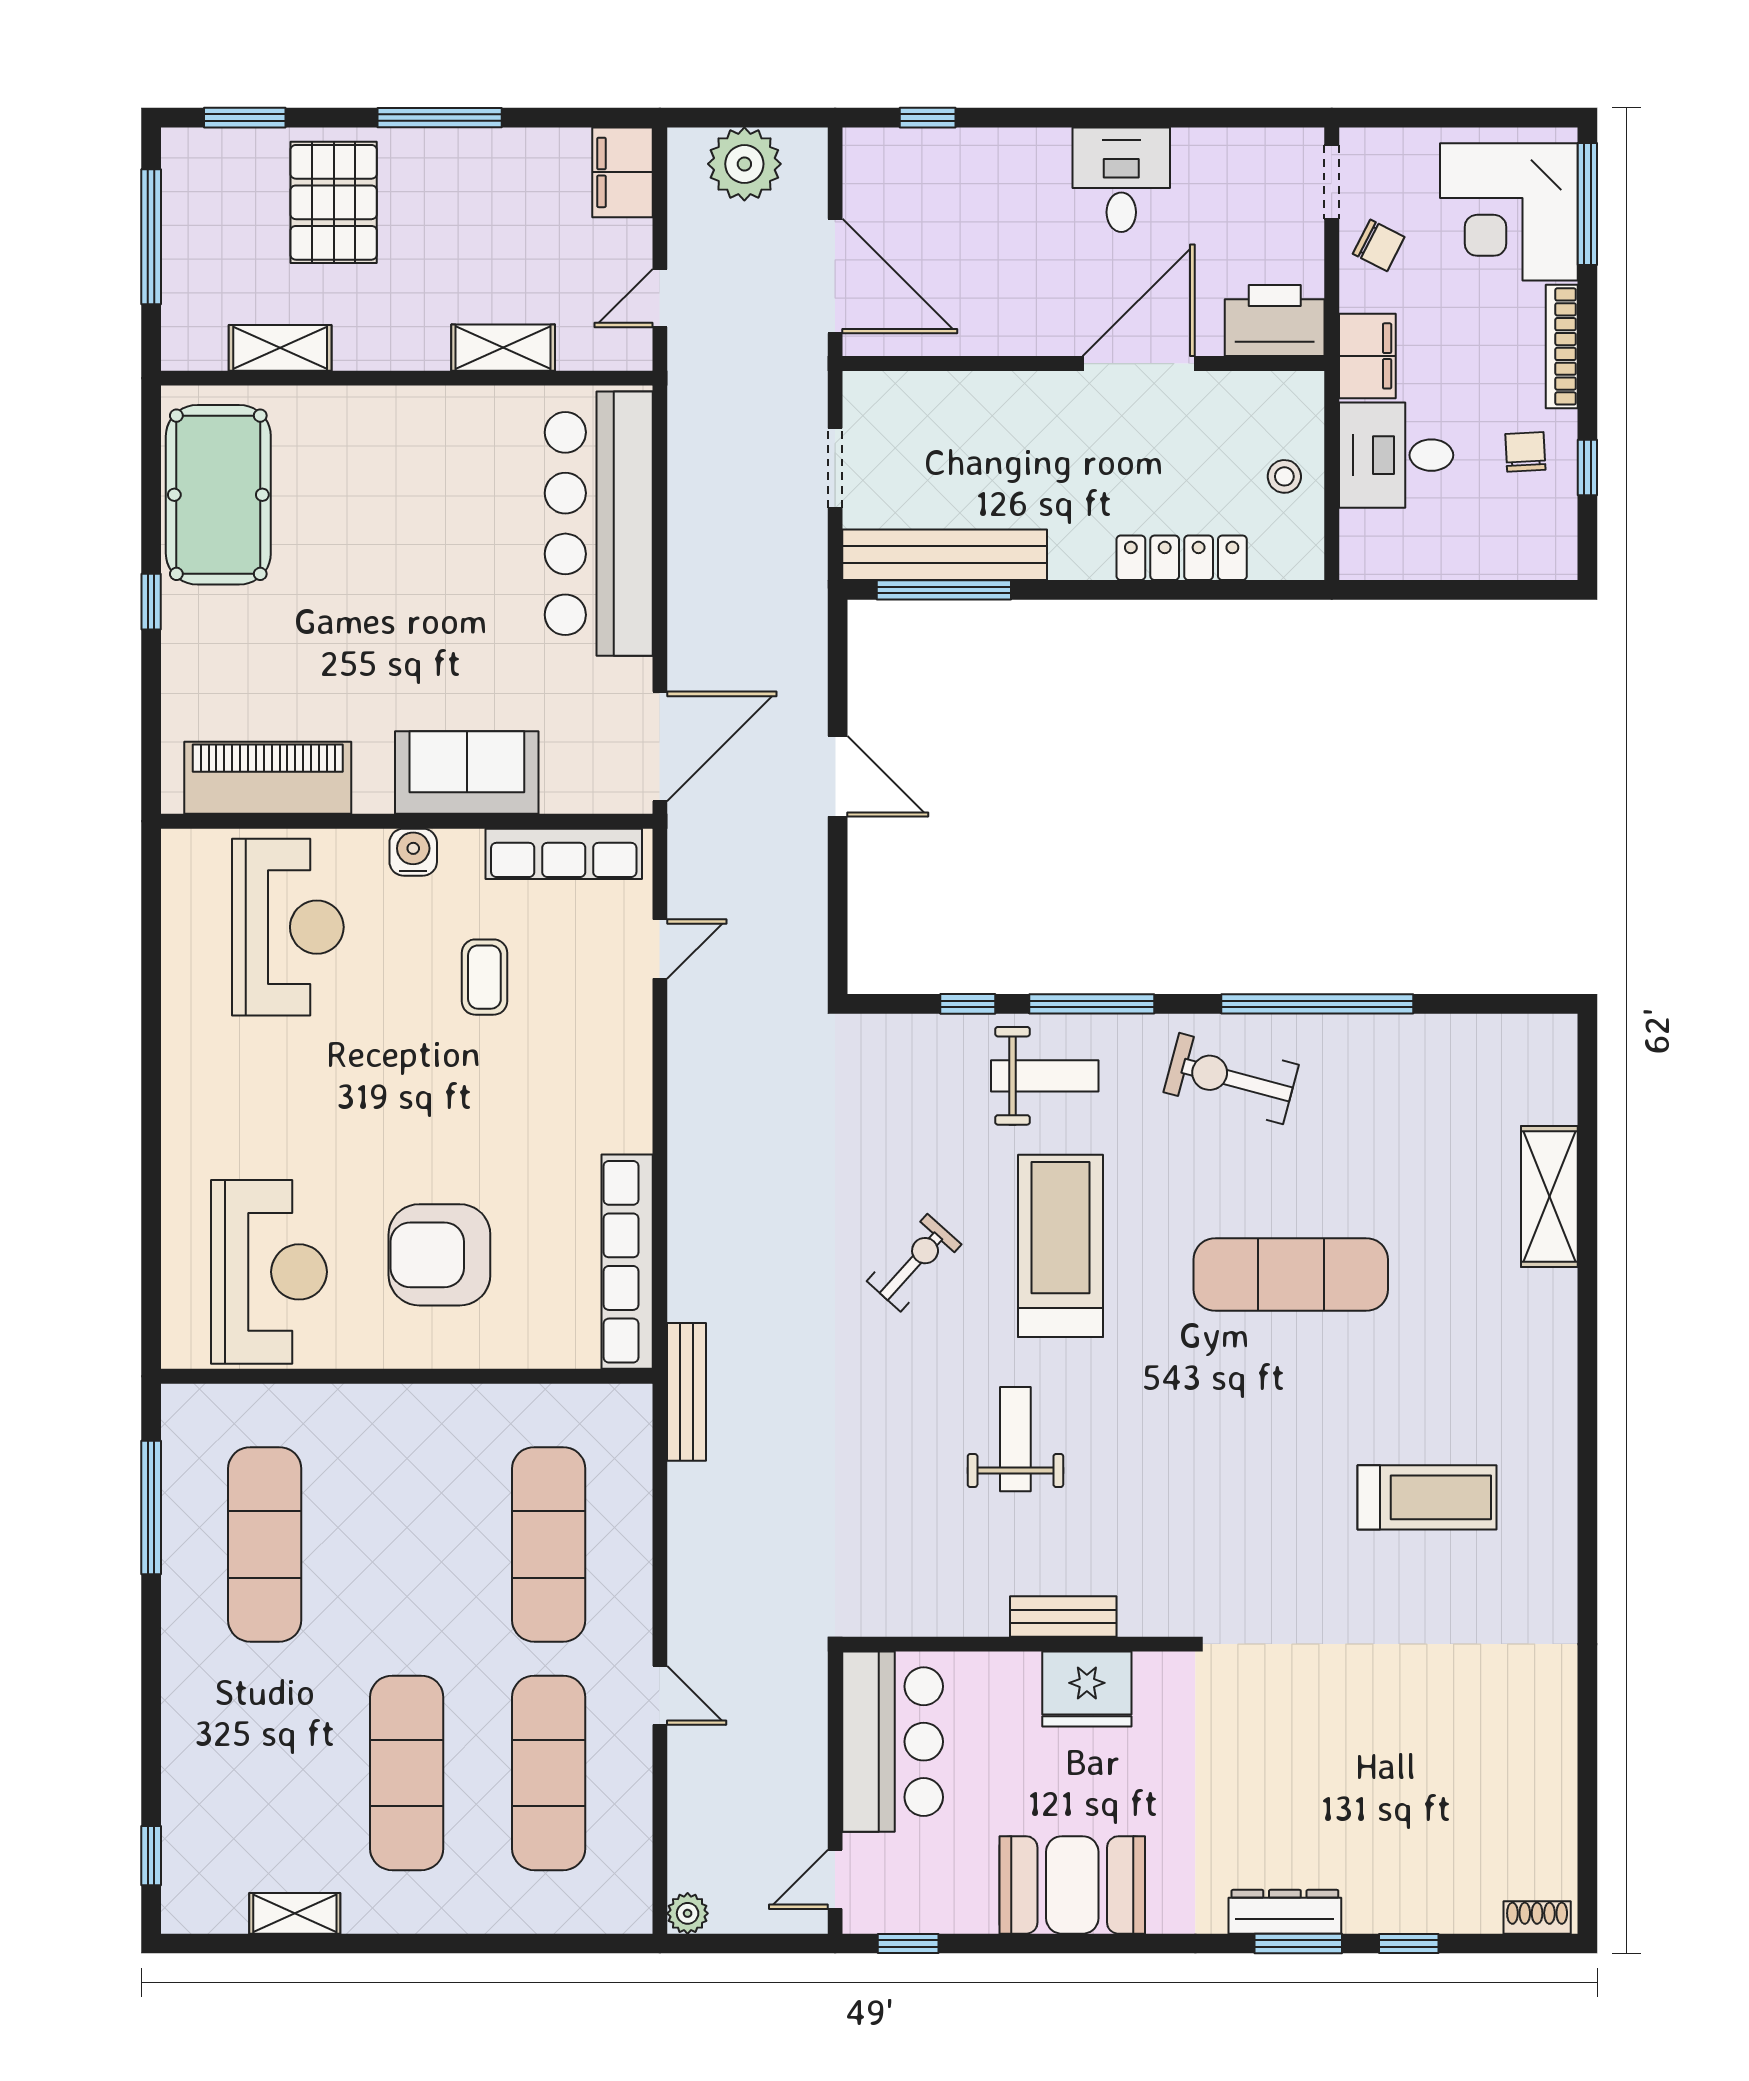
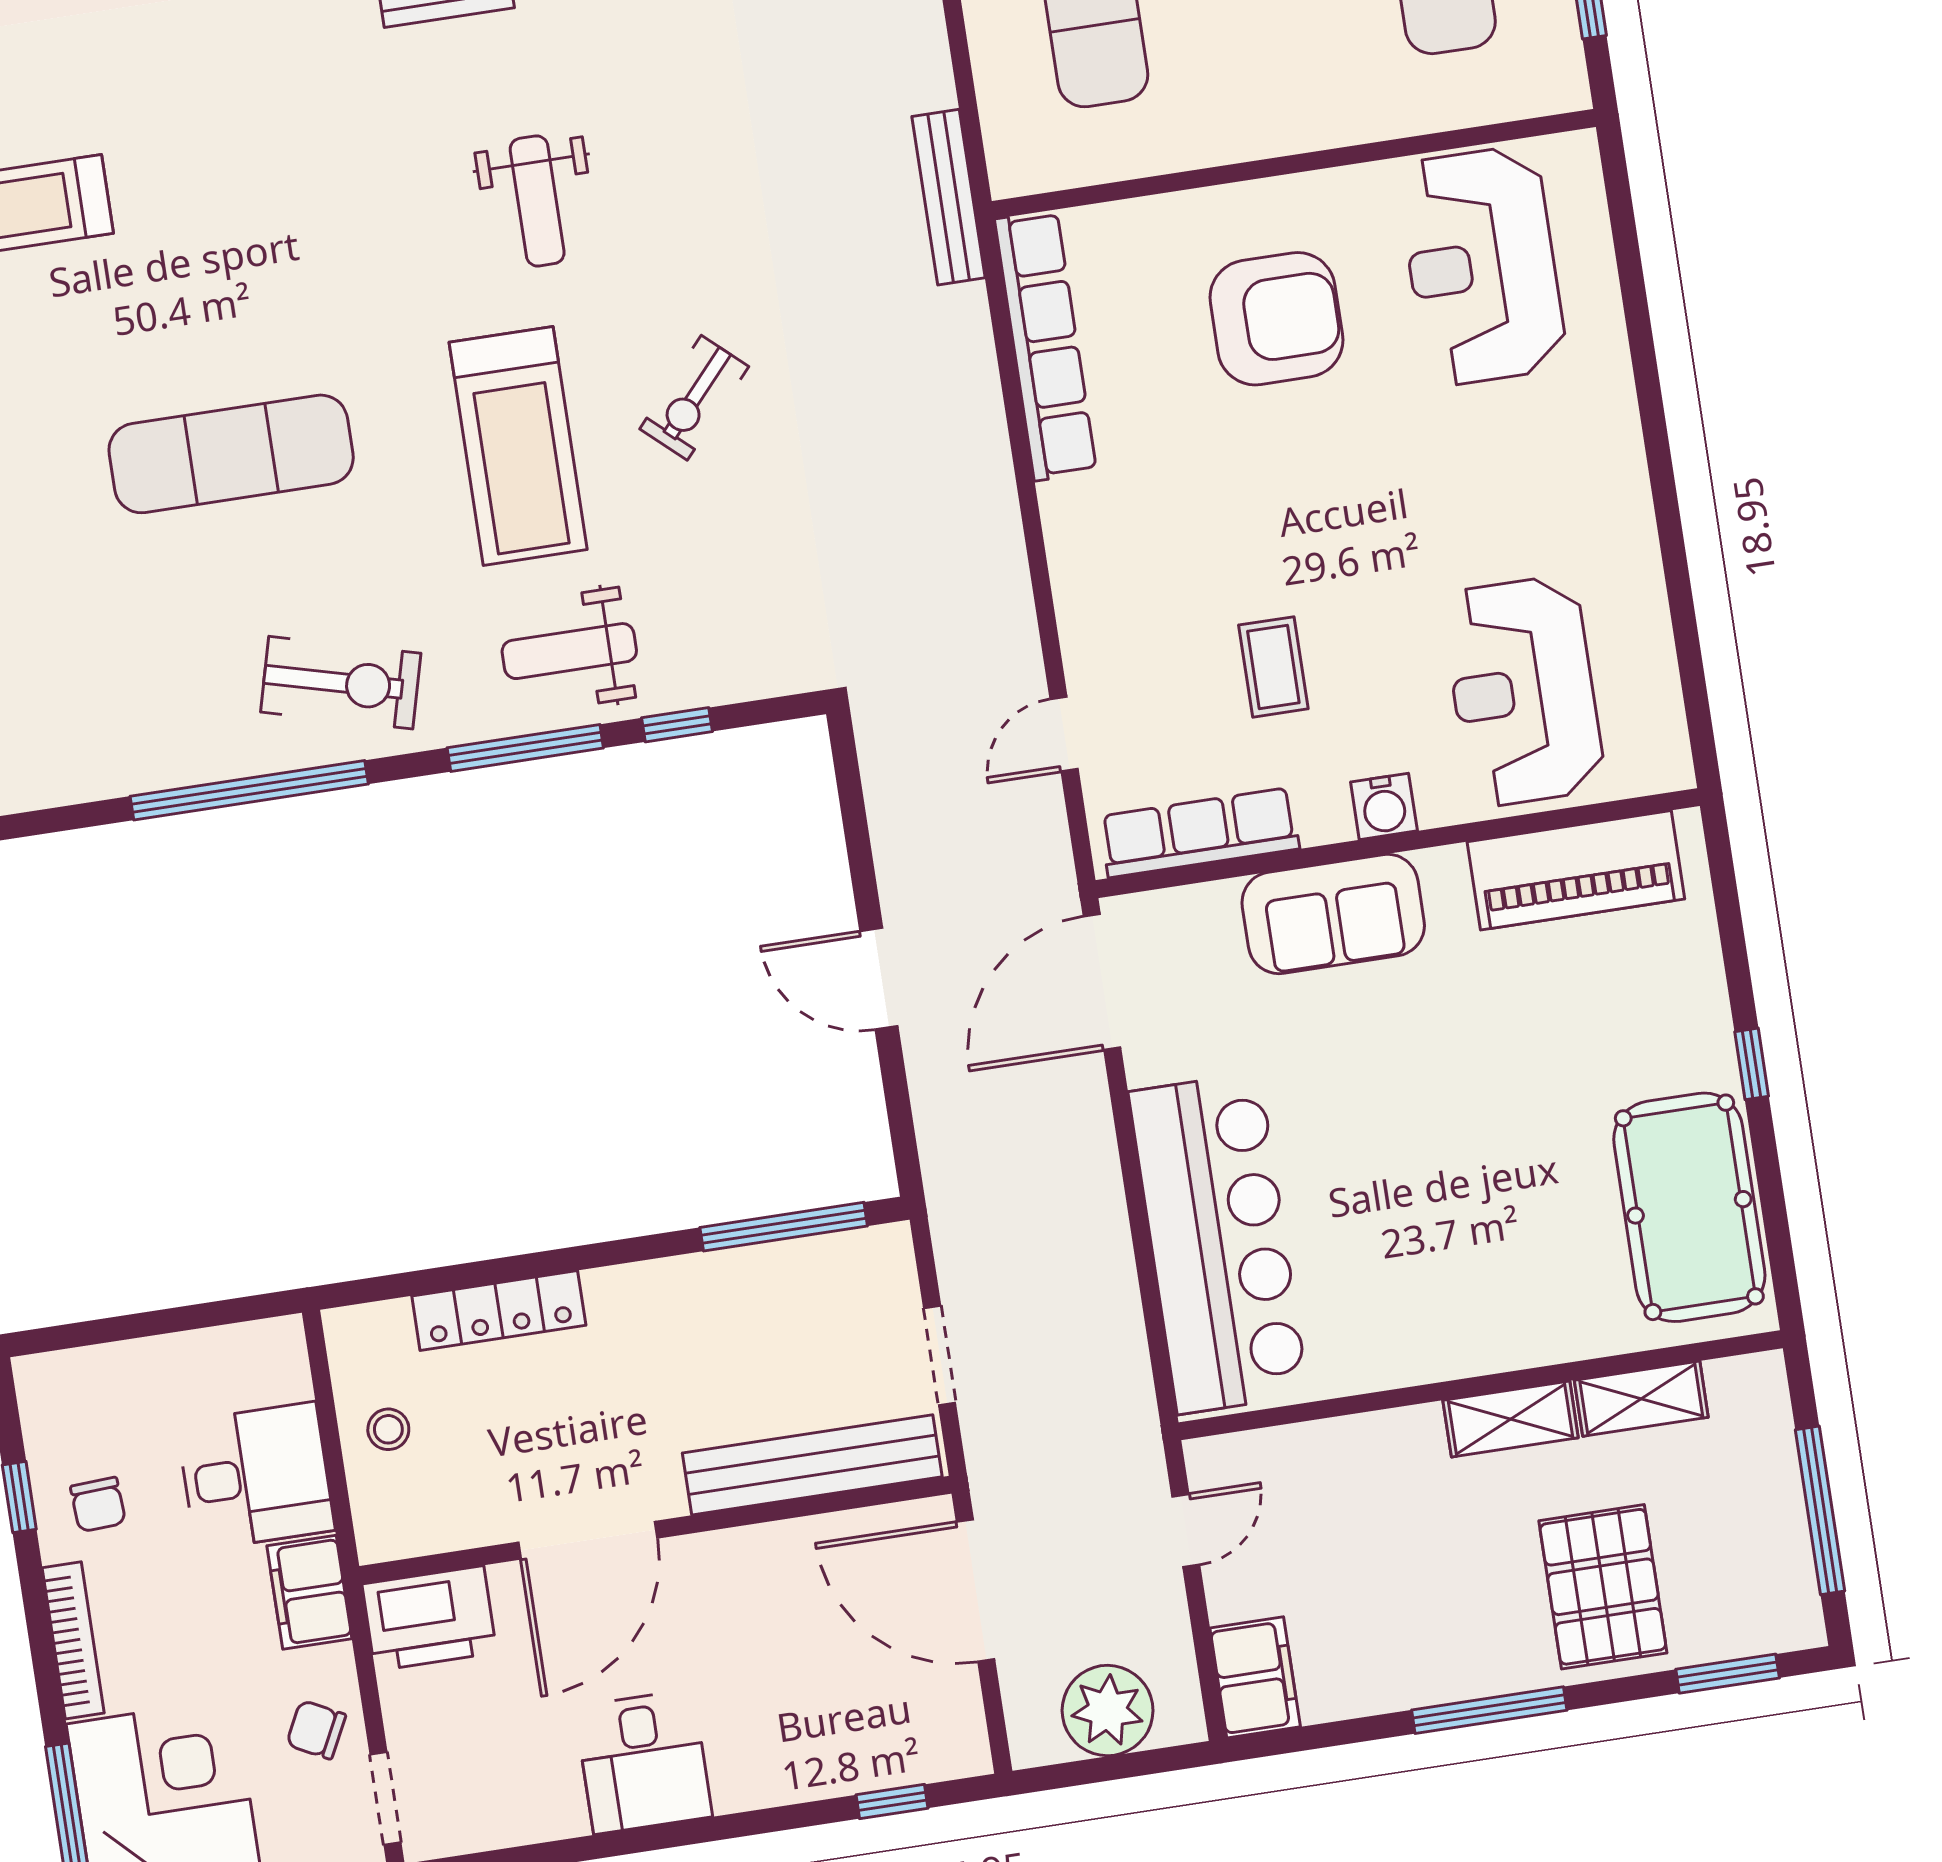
shelving: (503, 348) -> (1511, 1419), moved
bench: (945, 555) -> (812, 1465), moved

